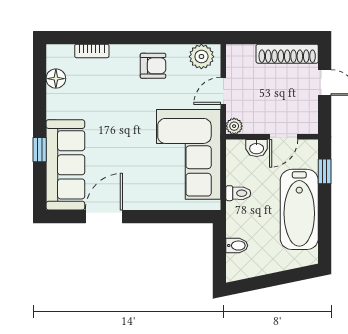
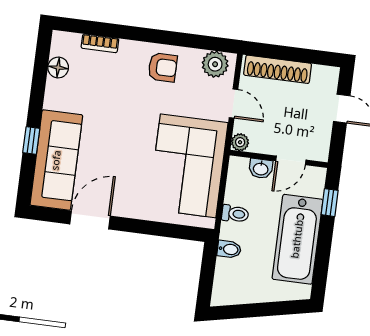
shoe rack: (287, 54) -> (278, 69), moved
door: (223, 91) -> (233, 104), swing flipped
bidet: (237, 246) -> (229, 249), moved

